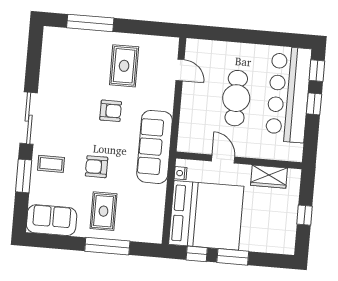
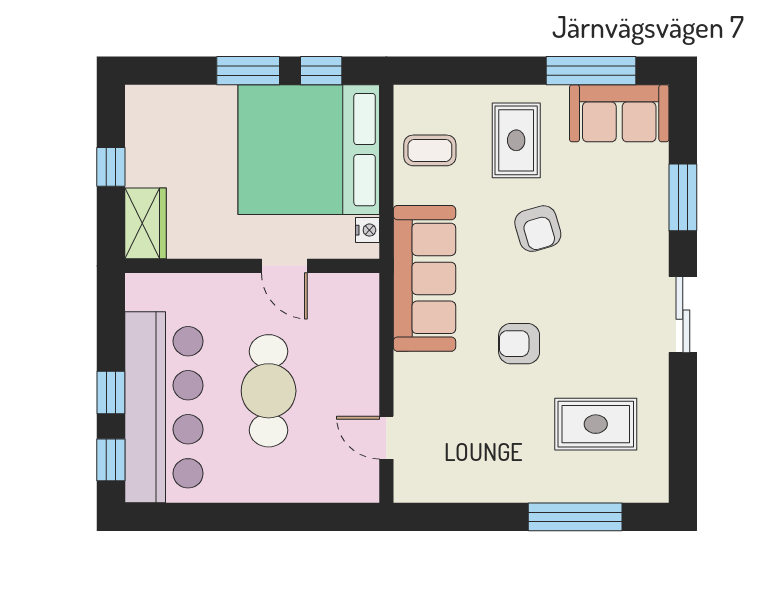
rug: (124, 66) -> (596, 424), moved, turned 90
sliding door: (29, 118) -> (683, 315), width x0.73
coffee table: (51, 164) -> (430, 150), moved
armchair: (97, 167) -> (538, 229), turned 74
wardrobe: (269, 177) -> (145, 223), moved, turned 90
window: (107, 246) -> (591, 71), moved

